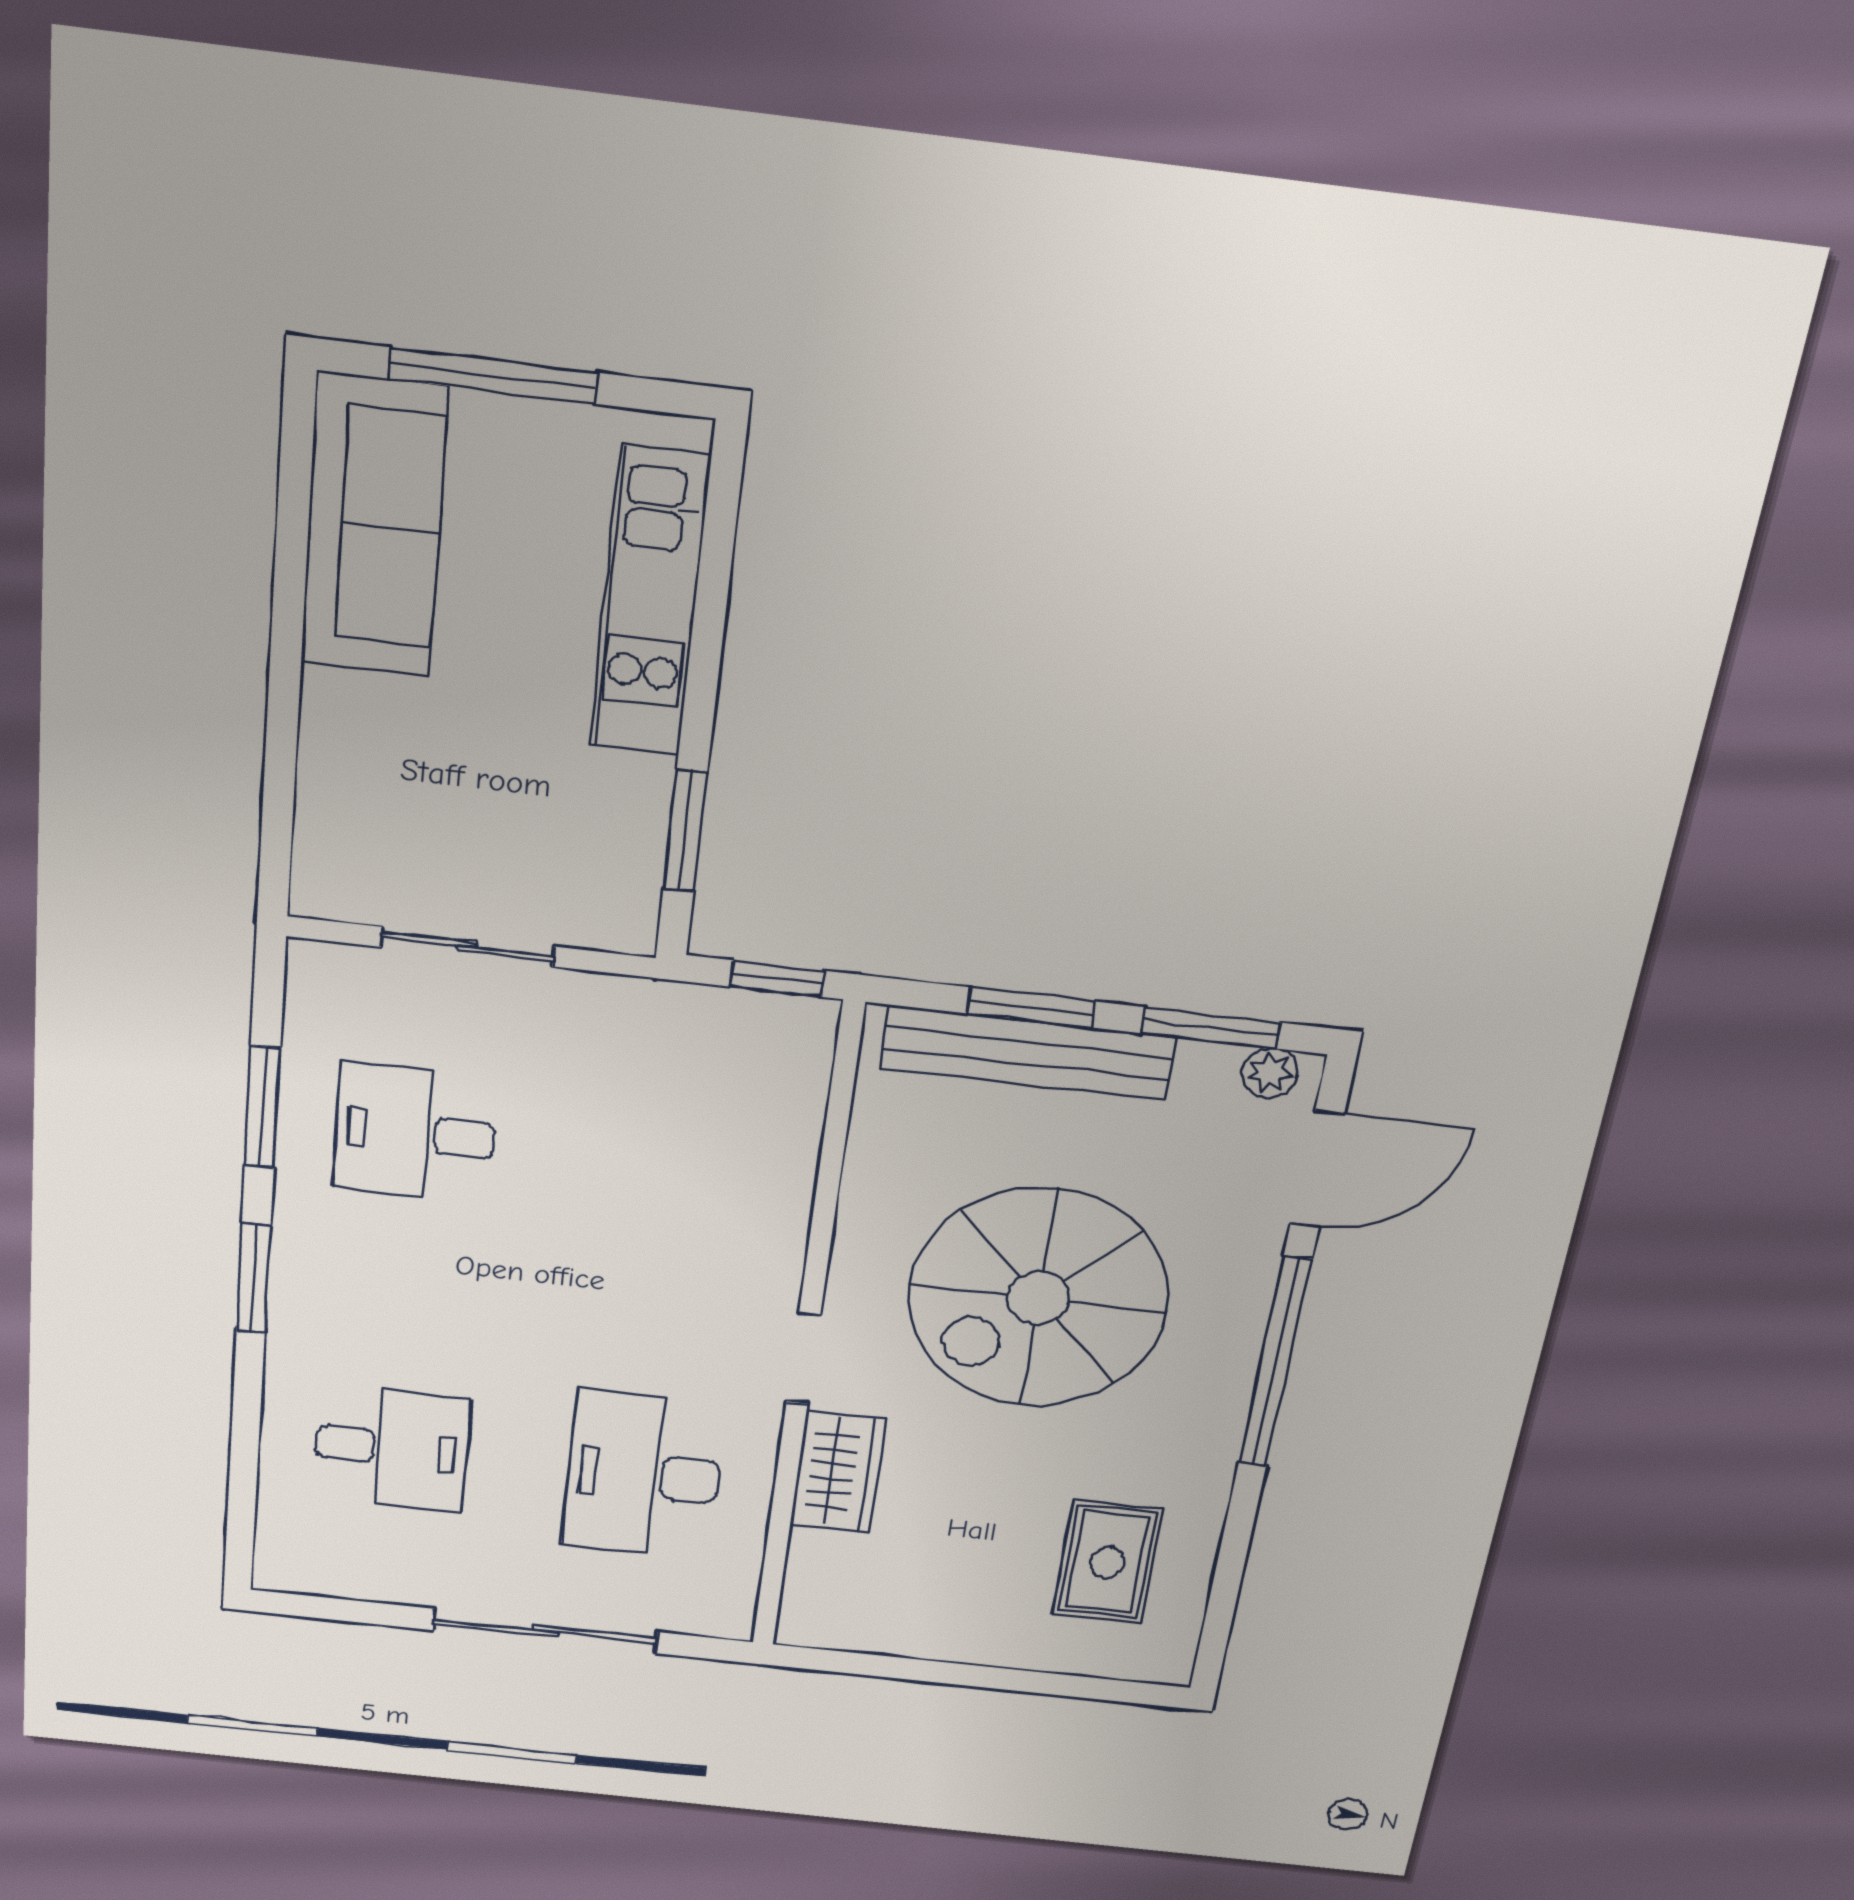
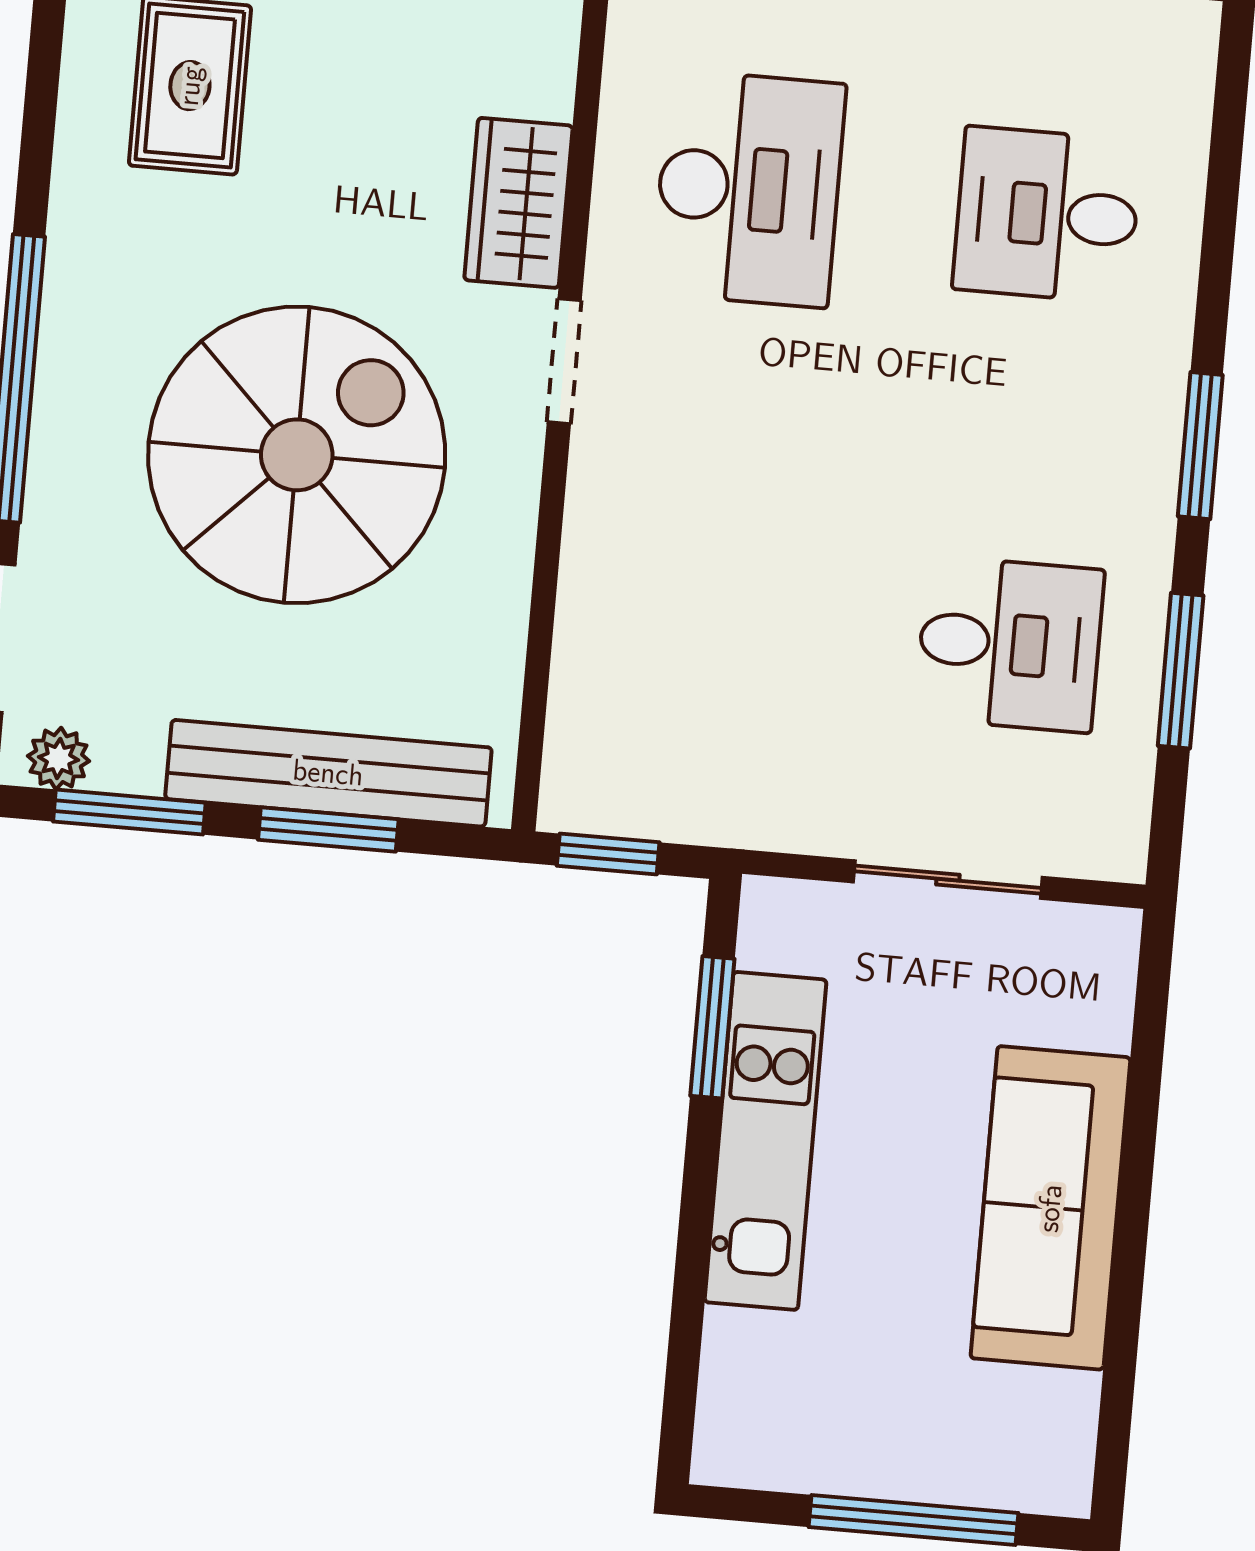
sofa: (374, 526) -> (1050, 1208), moved
kitchen unit: (650, 603) -> (766, 1141), moved

